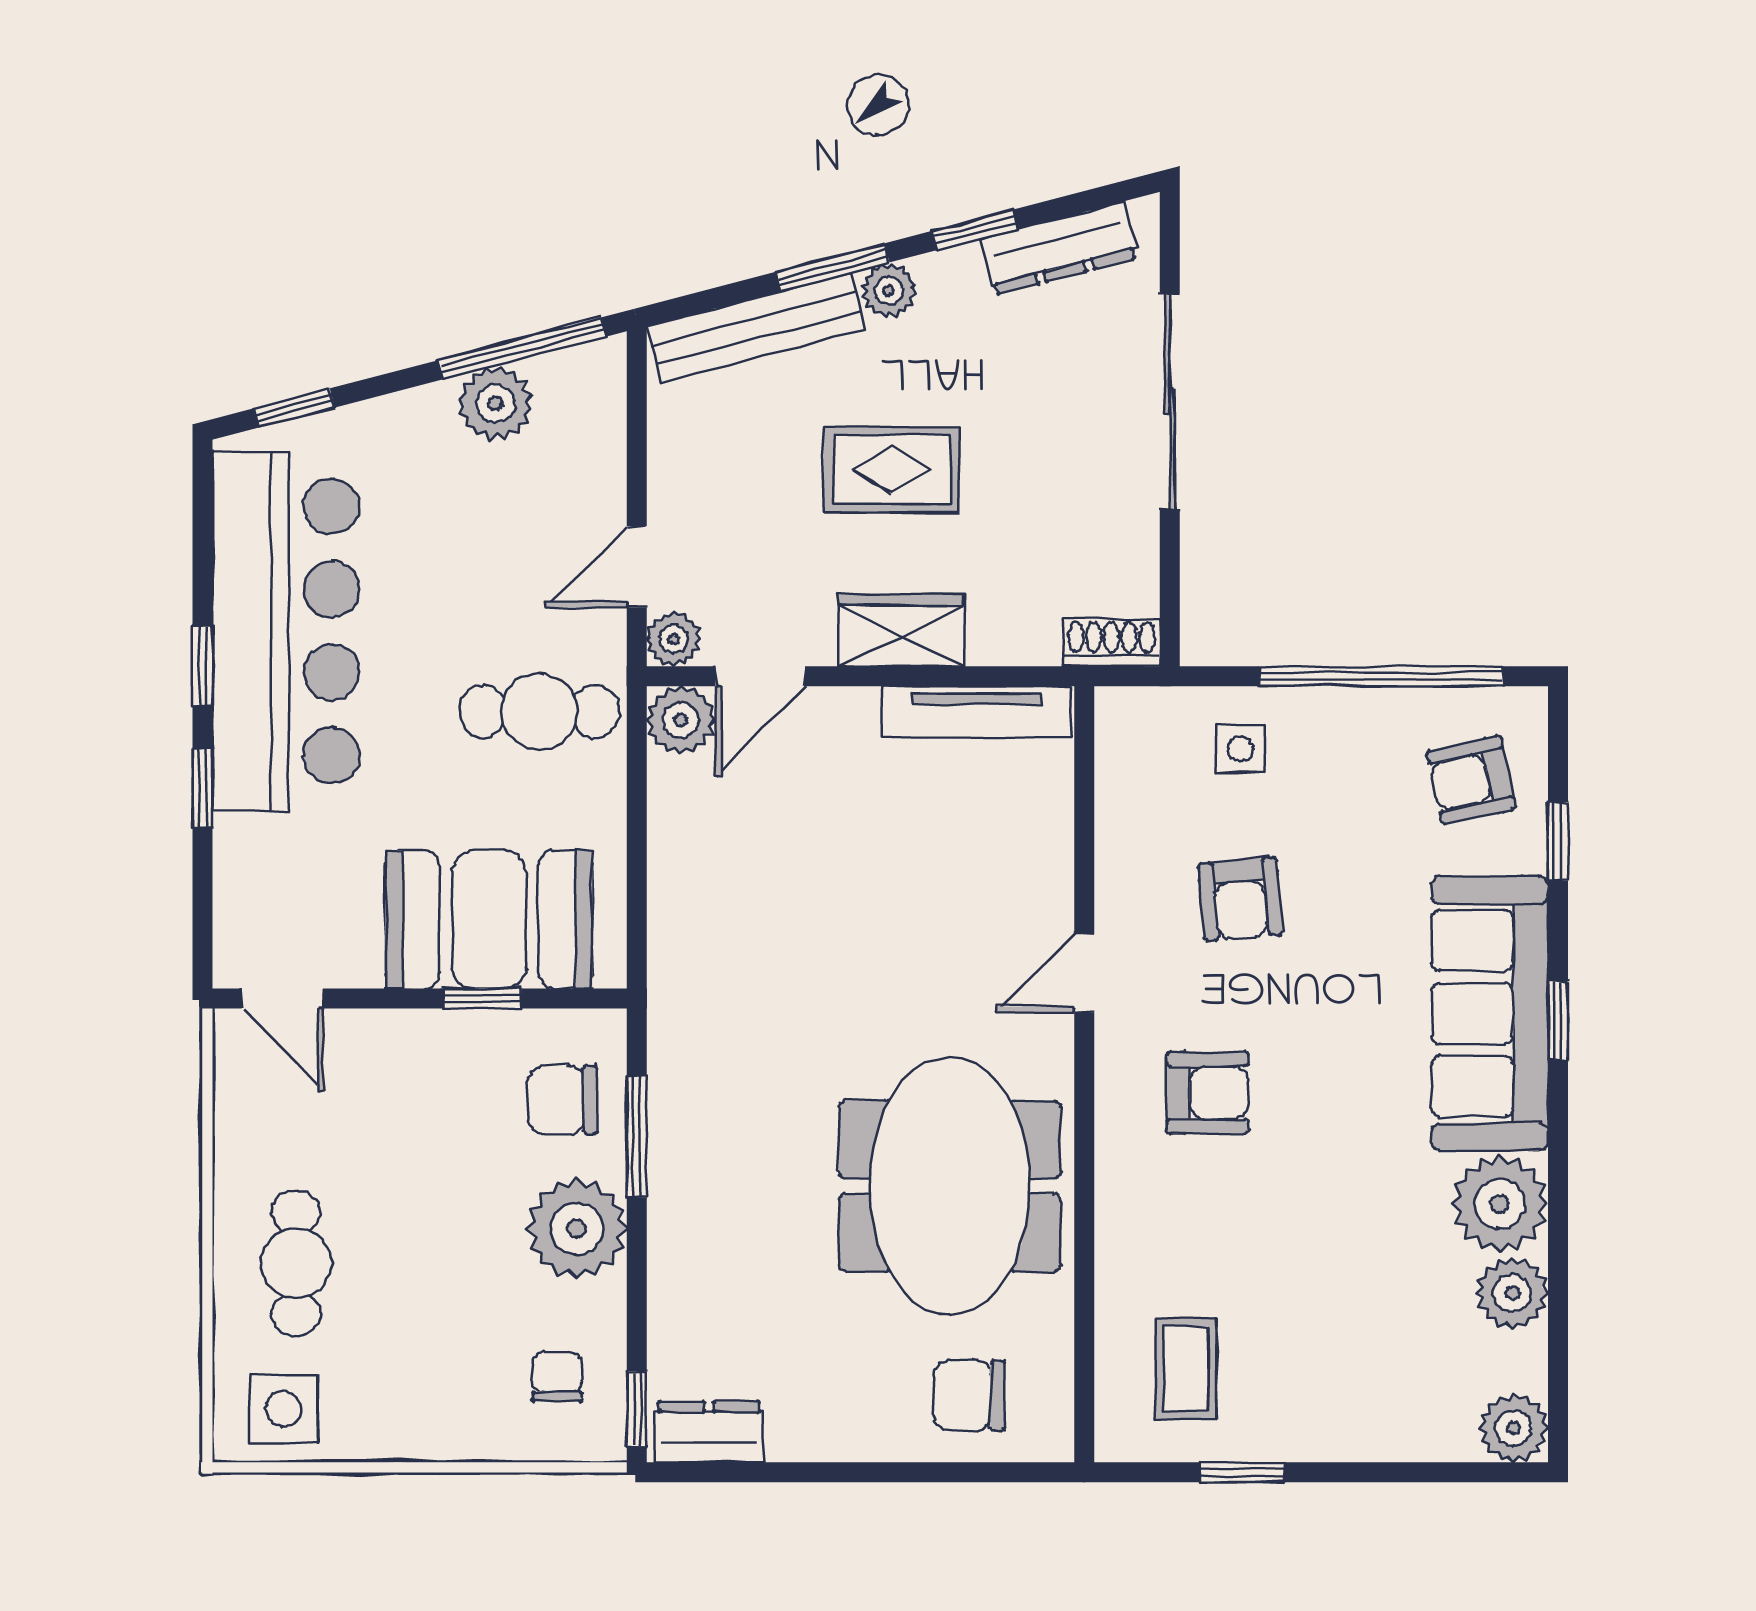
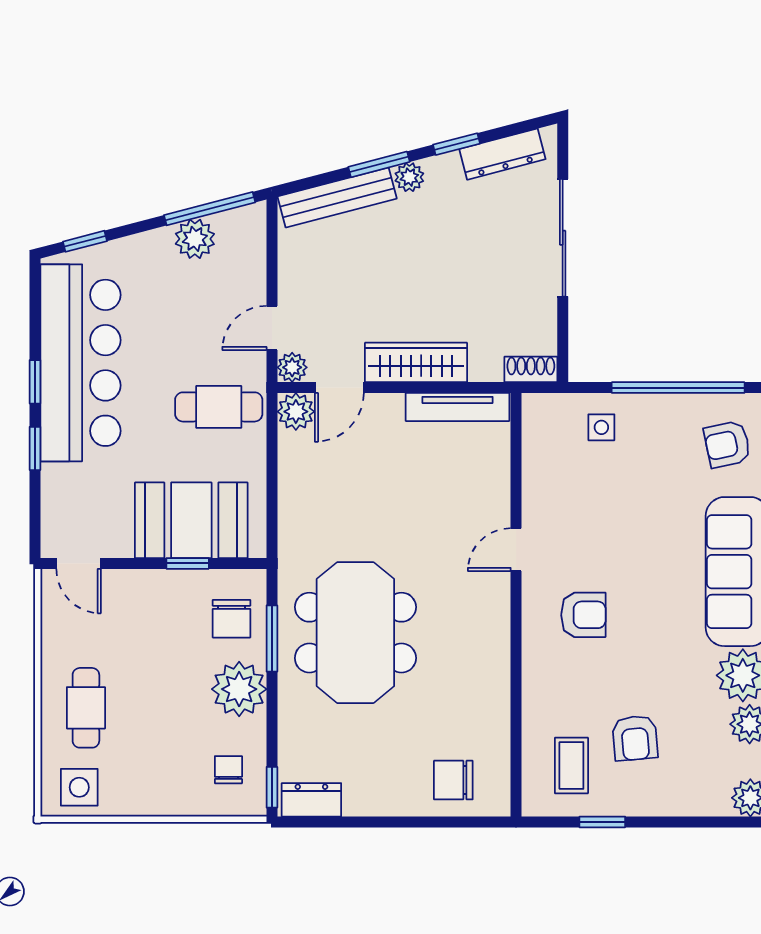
rug: (892, 470) -> (411, 275), removed
wardrobe: (901, 630) -> (416, 362), width x1.50
armchair: (1240, 899) -> (635, 738), moved
chair: (563, 1100) -> (231, 619), turned -90
meeting table: (950, 1186) -> (355, 633), moved

